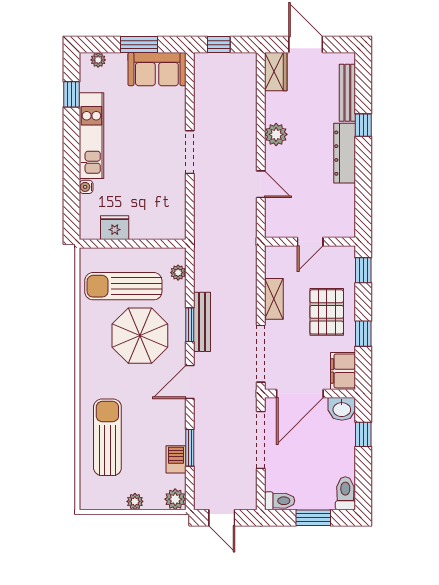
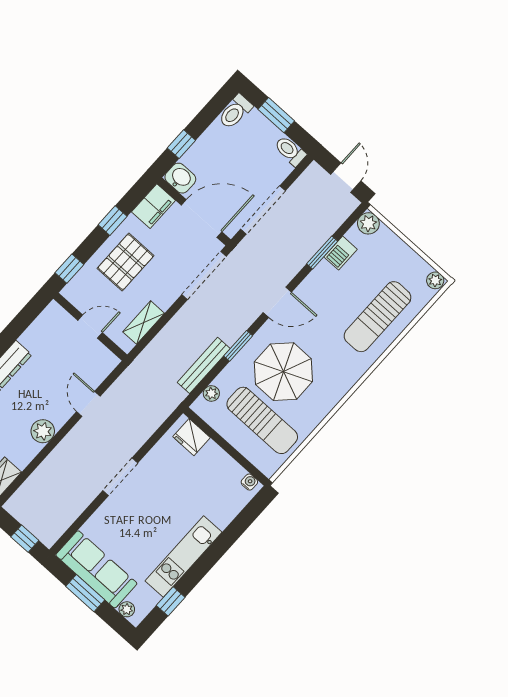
sofa: (157, 69) -> (96, 569), width x1.36
water cooler: (86, 187) -> (249, 482), moved, turned -90
fridge: (115, 228) -> (191, 437), moved
shelving: (274, 299) -> (144, 323), moved
bench: (202, 322) -> (204, 365), moved
plant: (135, 501) -> (435, 280), moved

